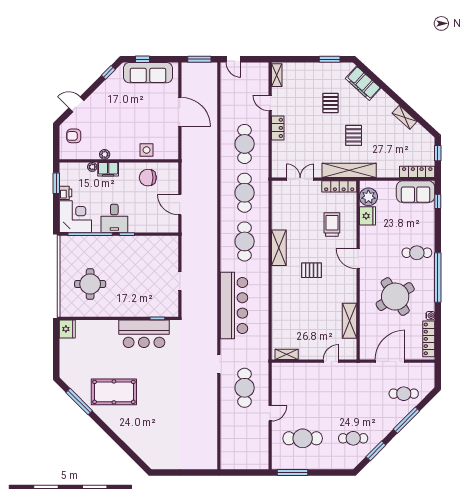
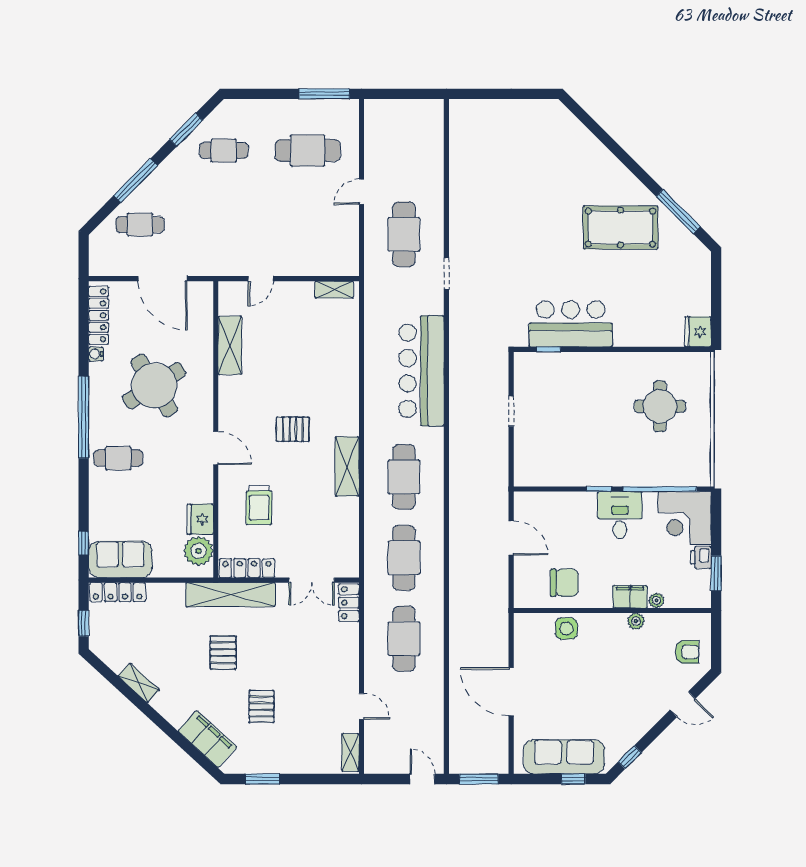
locker: (278, 128) -> (349, 603), moved
door: (390, 361) -> (163, 279), hinge flipped

